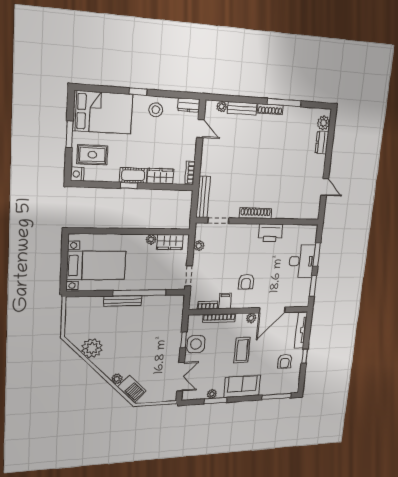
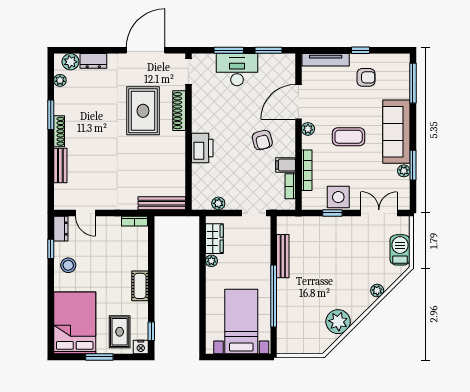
window: (138, 92) -> (51, 249), moved
window: (284, 103) -> (51, 115), width x0.69
plant: (222, 106) -> (60, 80), moved
door: (200, 129) -> (85, 213), swing flipped
wardrobe: (160, 176) -> (140, 255), removed
rug: (279, 183) -> (143, 111), added
window: (129, 186) -> (151, 331), moved
door: (325, 187) -> (146, 50), width x1.88
shoe rack: (256, 213) -> (179, 111), moved
doorway: (219, 220) -> (188, 72), moved
printer: (270, 233) -> (202, 148), moved
armchair: (246, 282) -> (262, 140), turned 75
window: (140, 293) -> (274, 296), moved
bench: (123, 301) -> (283, 256), moved
door: (272, 310) -> (298, 102), swing flipped
sofa: (242, 386) -> (396, 132), width x1.36
barbecue: (132, 389) -> (400, 250), moved, turned -45

